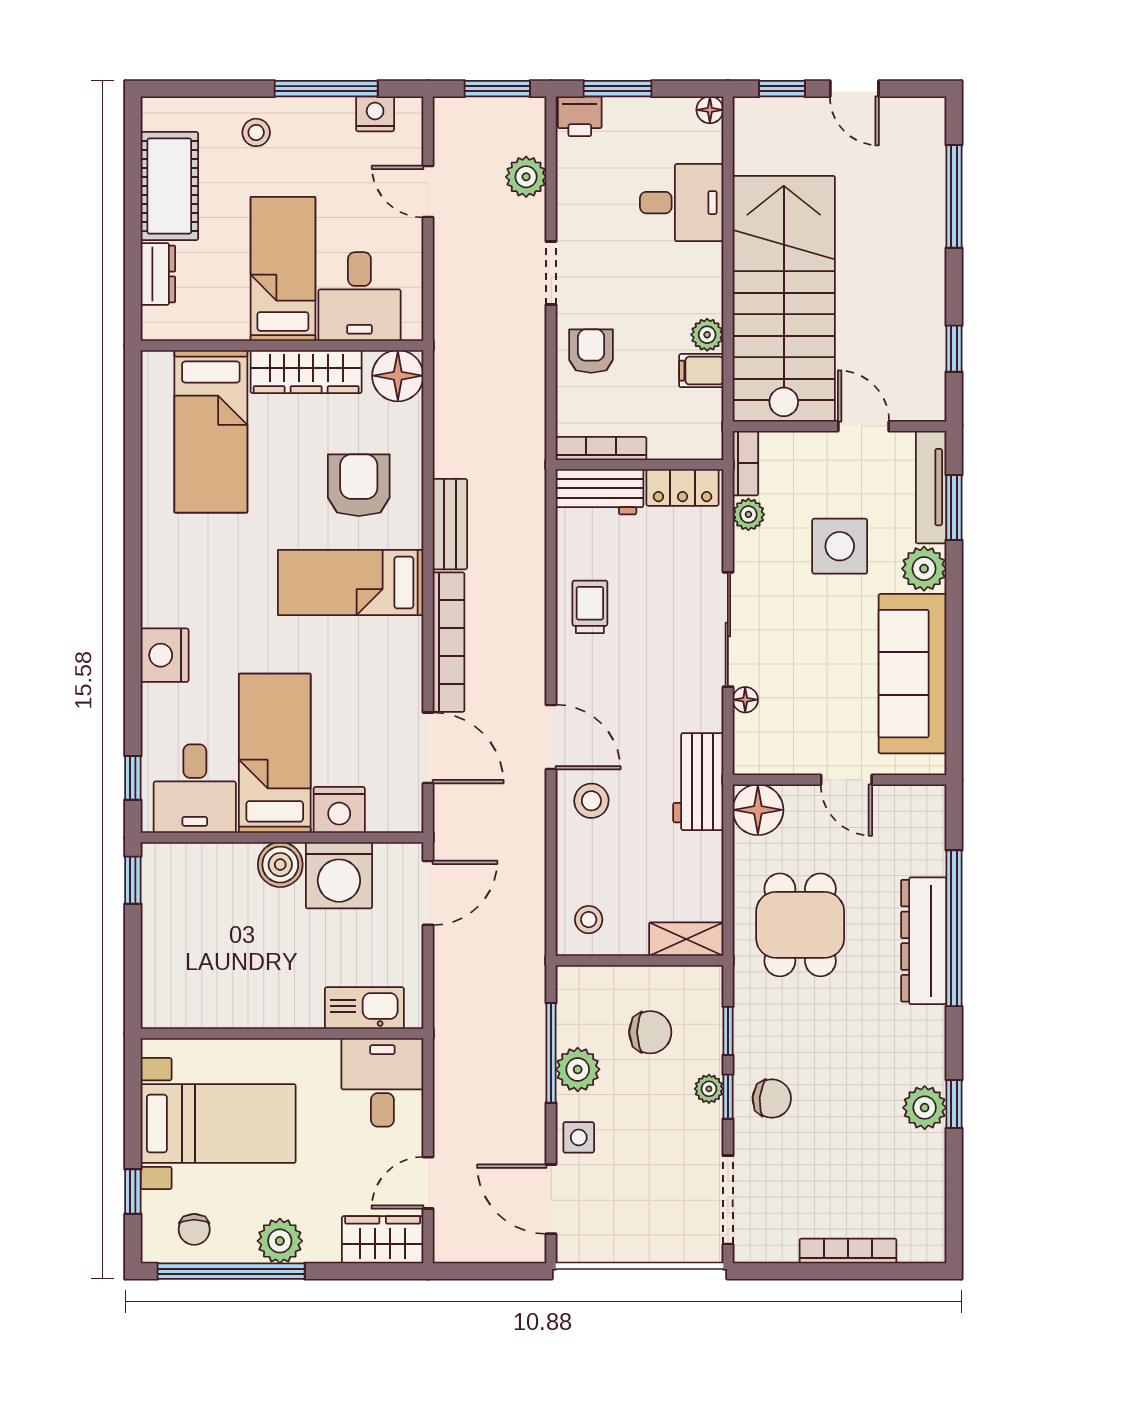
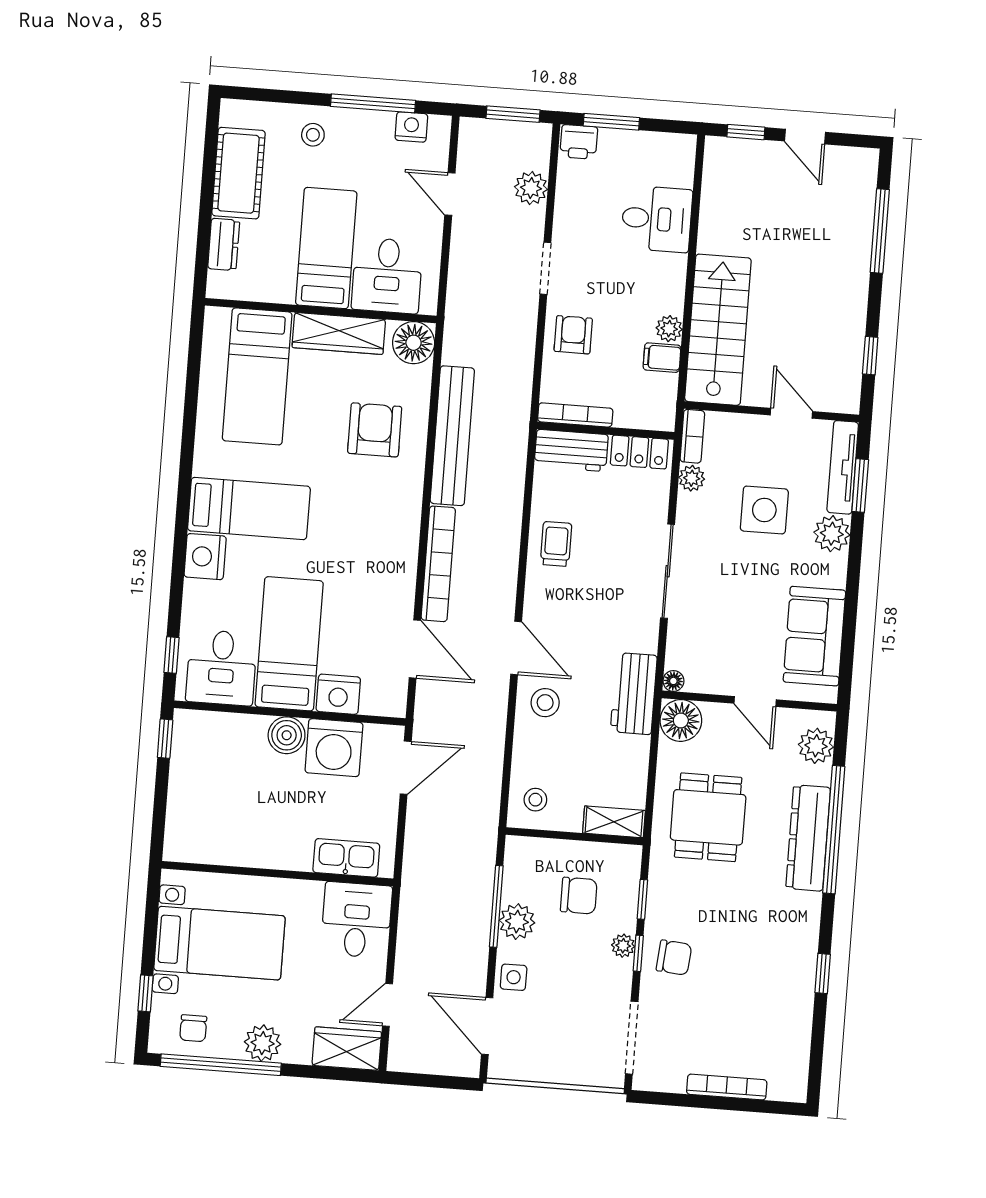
floor lamp: (710, 110) -> (686, 145), removed
stairs: (784, 299) -> (718, 330), width x0.73, depth x0.66
bench: (450, 524) -> (452, 436), width x1.86, depth x1.21
bed: (351, 583) -> (249, 509), moved, turned 180
sofa: (912, 674) -> (814, 636), width x0.73
floor lamp: (745, 700) -> (673, 681), moved
plant: (925, 1108) -> (816, 746), moved

